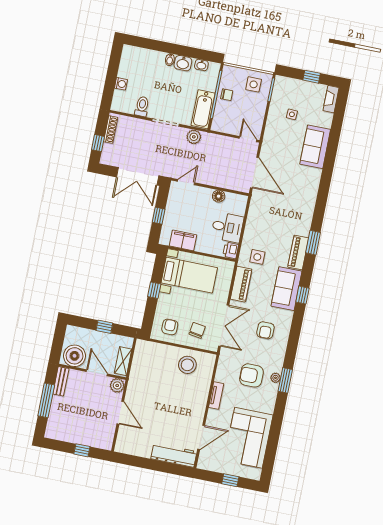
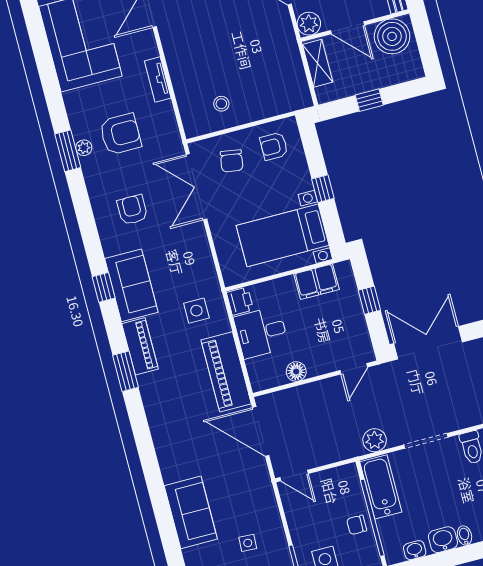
piano: (241, 284) -> (226, 372), moved, width x1.37, depth x1.33
armchair: (170, 327) -> (274, 146), turned 90
stool: (187, 365) -> (221, 104), width x0.53, depth x0.53

